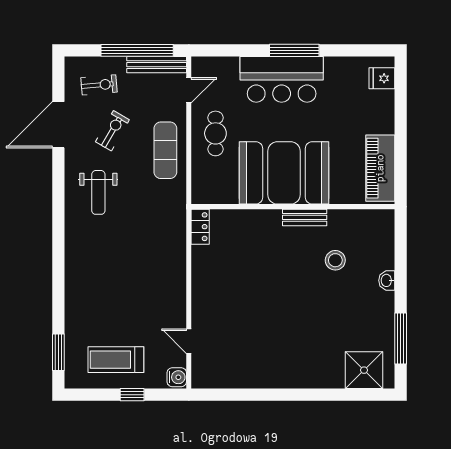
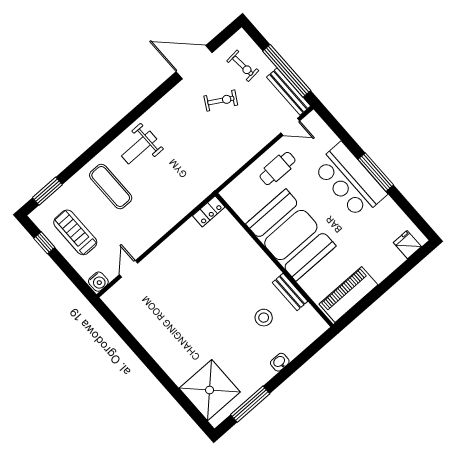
exercise mat: (165, 150) -> (111, 187), moved, turned 90
weight bench: (98, 192) -> (139, 147), moved
bench: (305, 217) -> (290, 292), moved
shower: (364, 370) -> (210, 390), width x1.37, depth x1.37
window: (132, 395) -> (44, 243), moved

